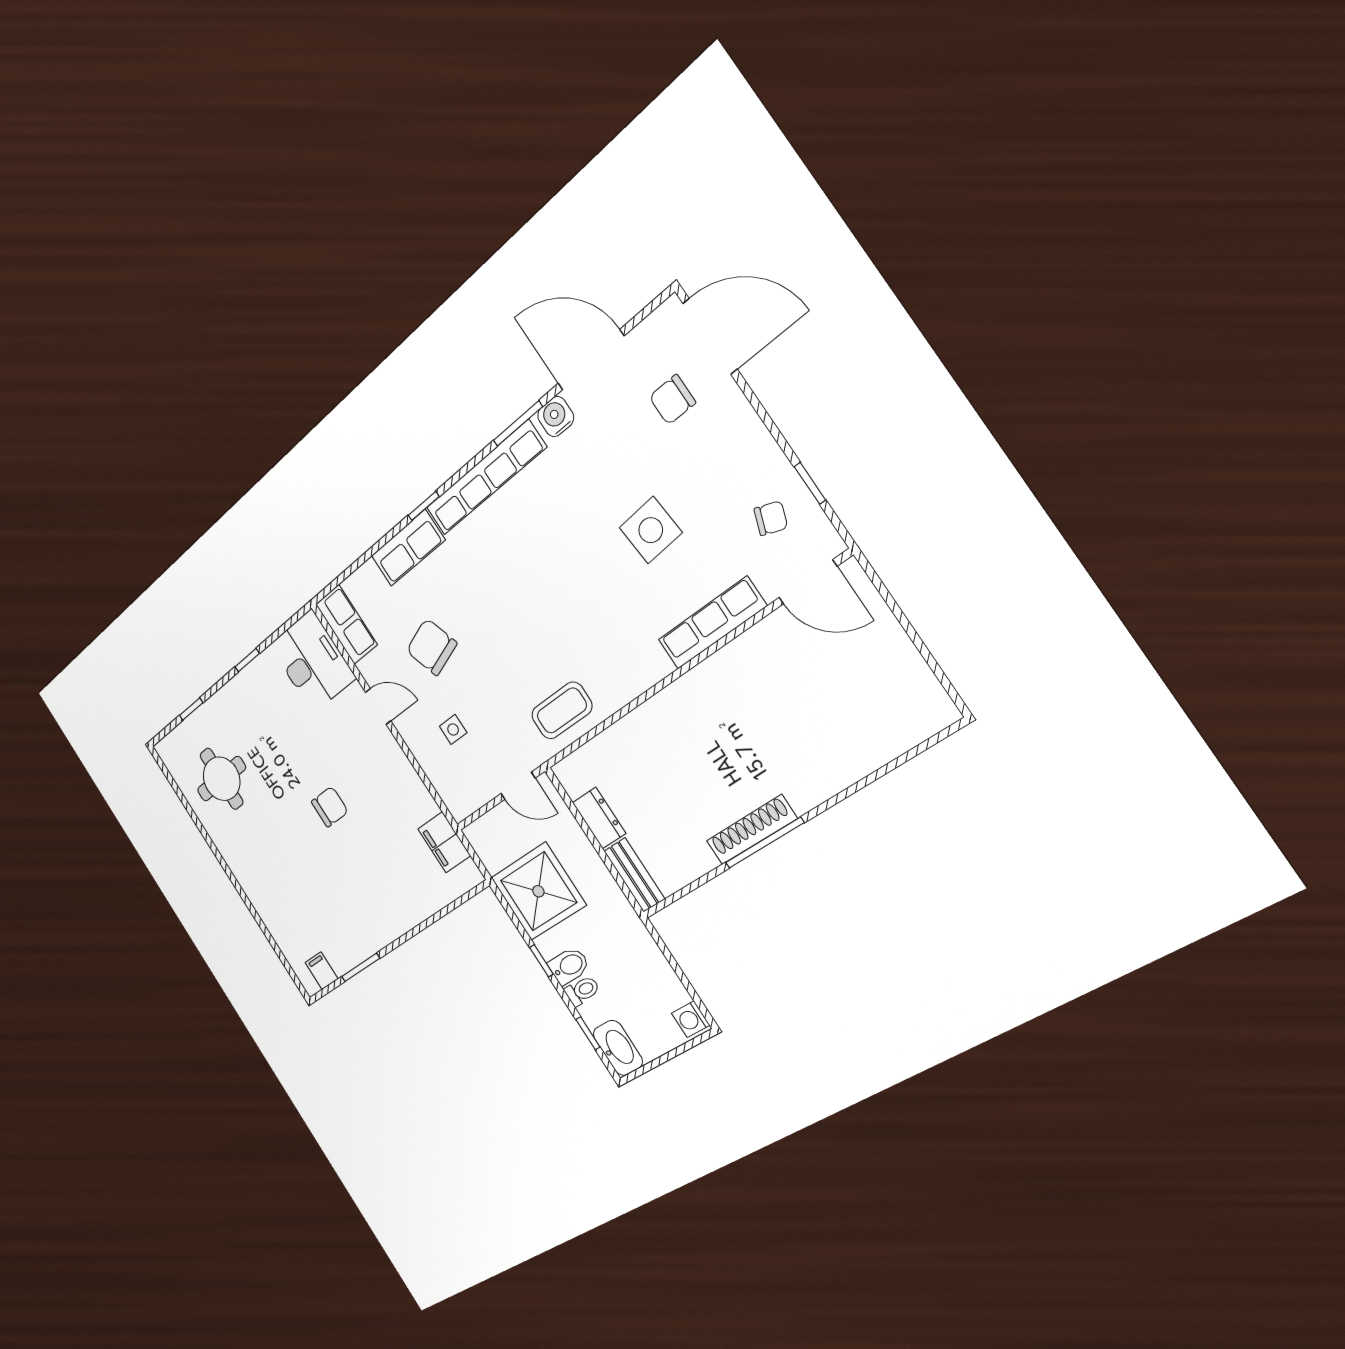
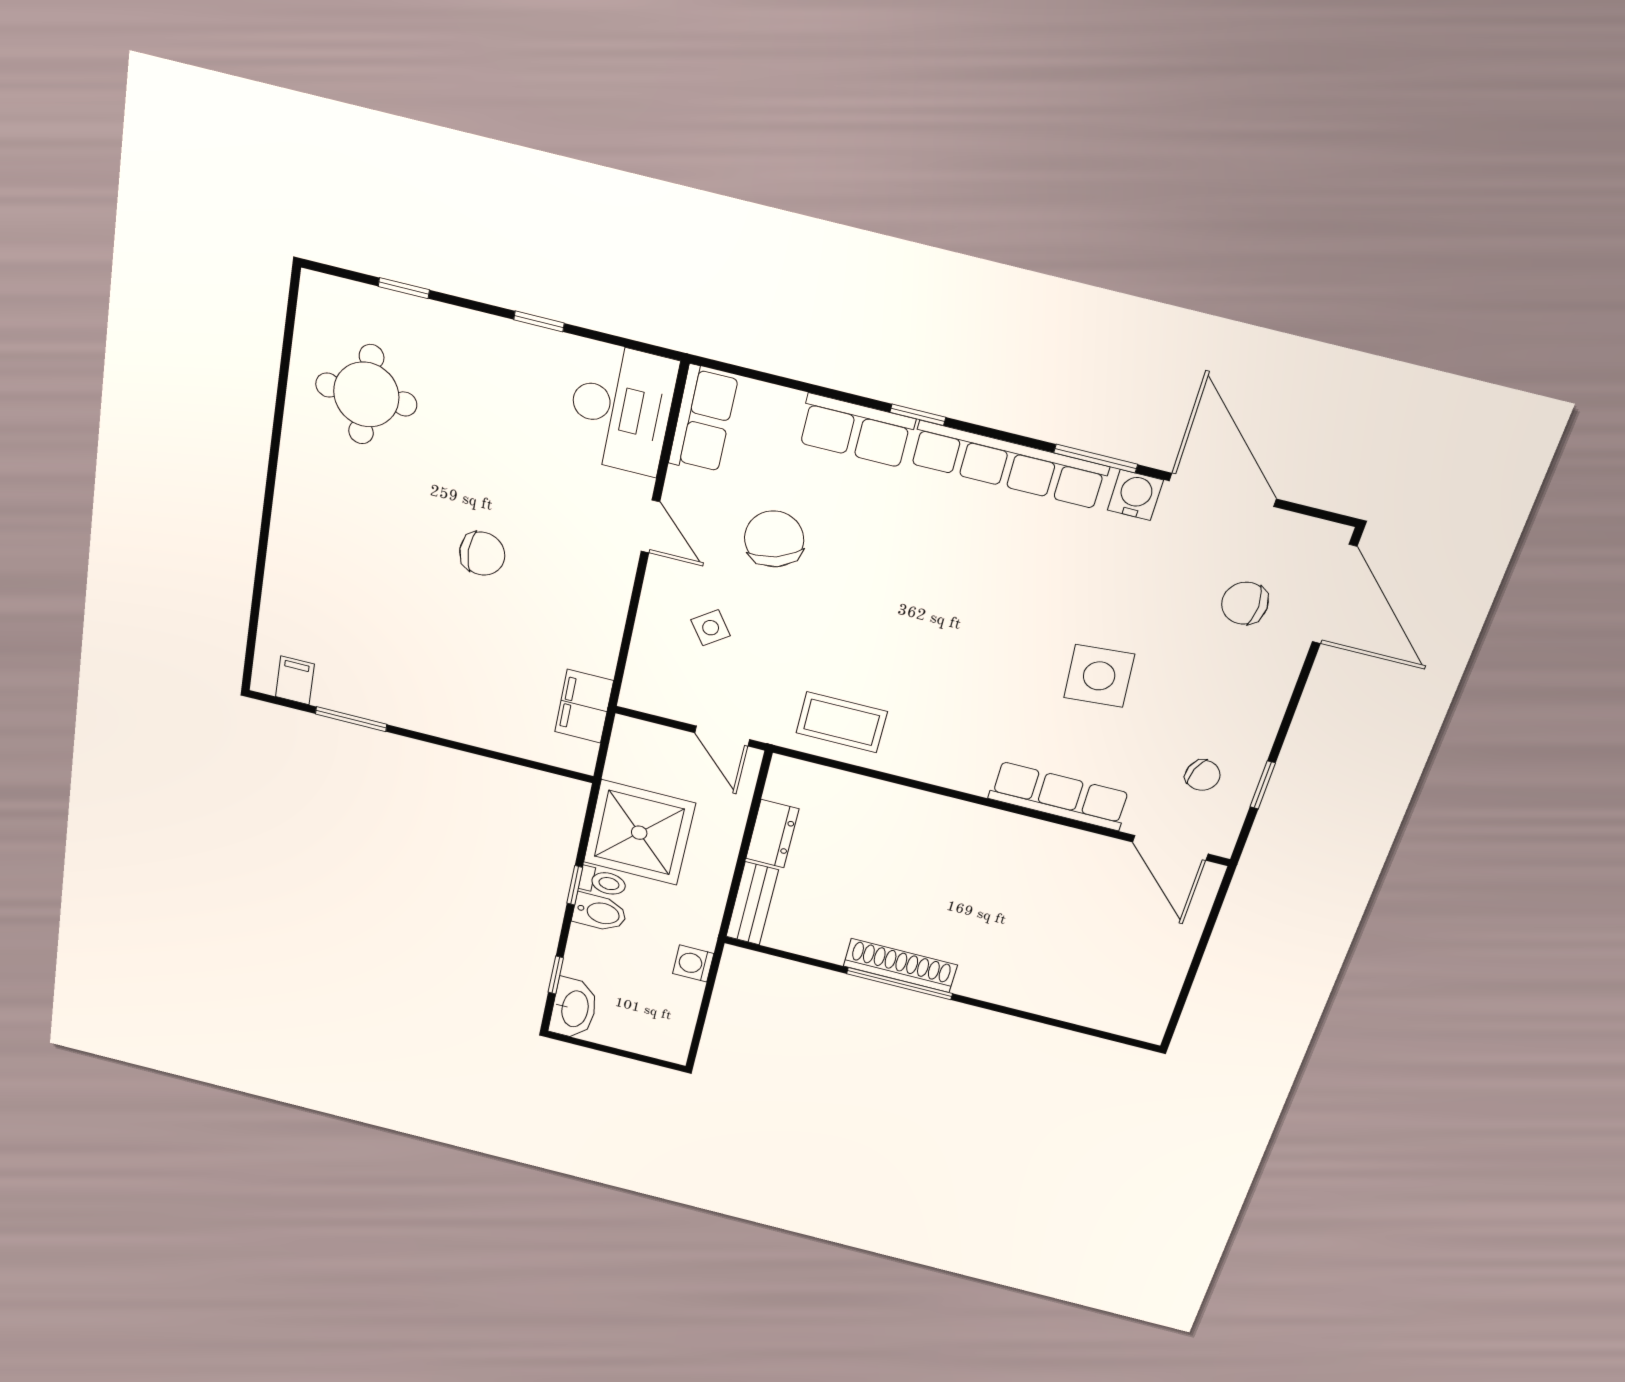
side table: (453, 729) -> (711, 628), turned -36
toilet: (582, 991) -> (603, 882), moved
washing machine: (691, 1019) -> (693, 964), moved

